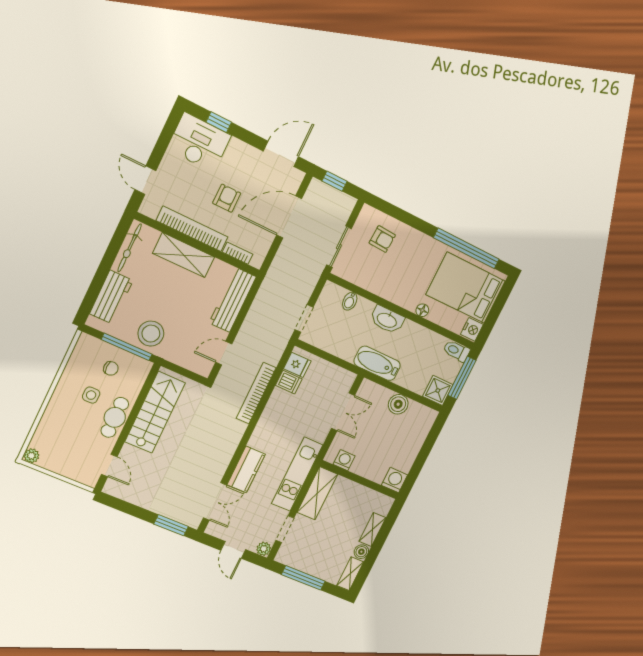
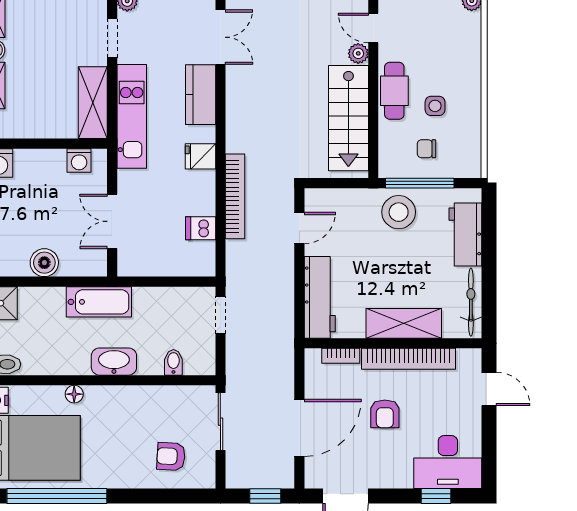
fridge: (297, 365) -> (201, 156), moved
plant: (128, 453) -> (358, 53), added
double door: (215, 501) -> (220, 37), swing flipped

